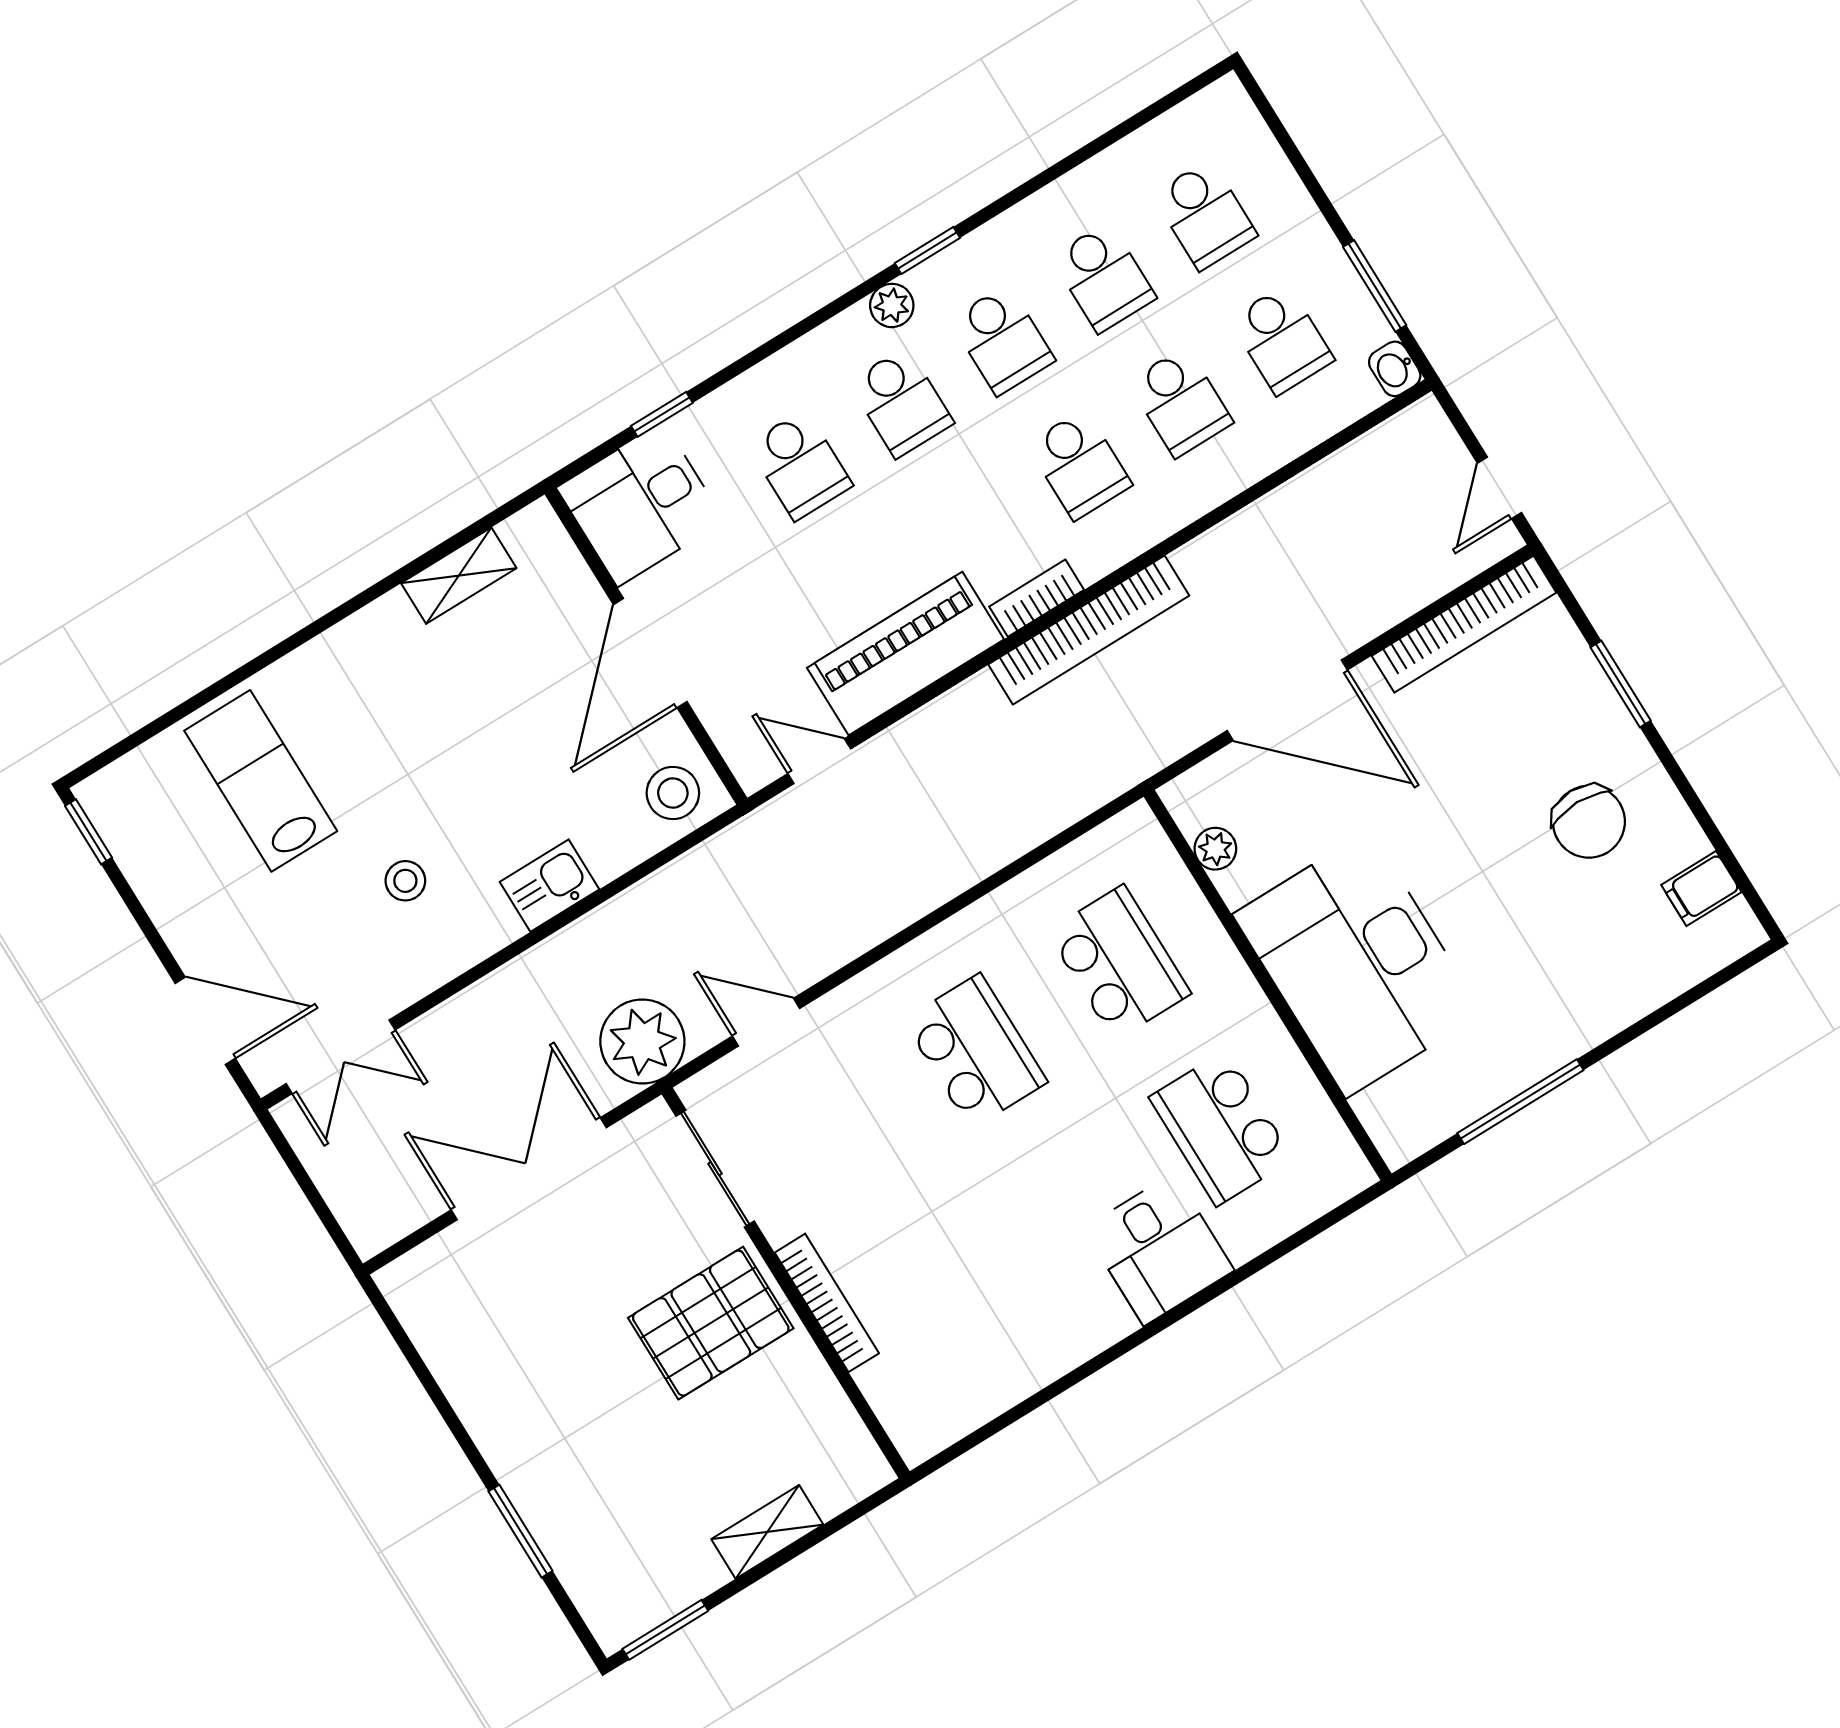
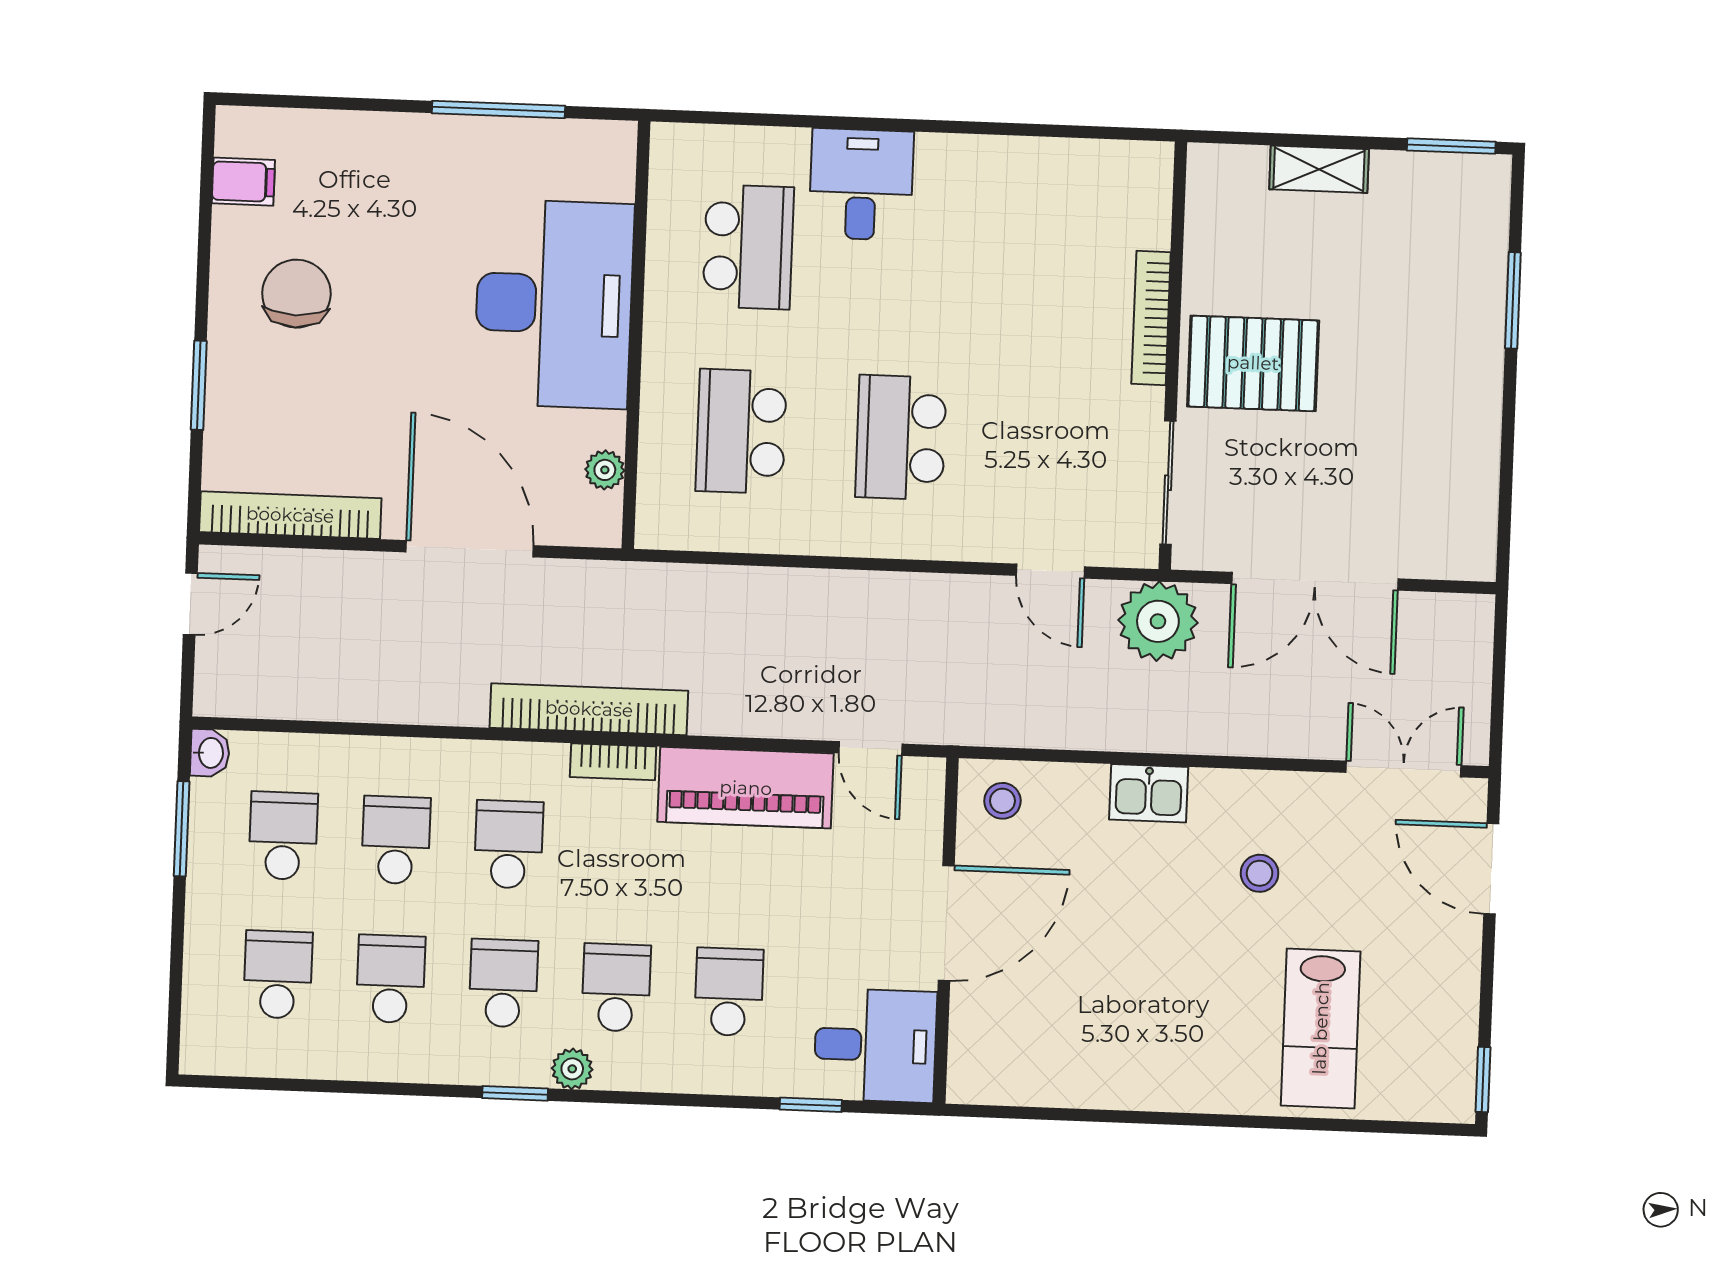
shelving: (459, 576) -> (1056, 1085), removed
stool: (673, 793) -> (1002, 801), width x0.73, depth x0.73

